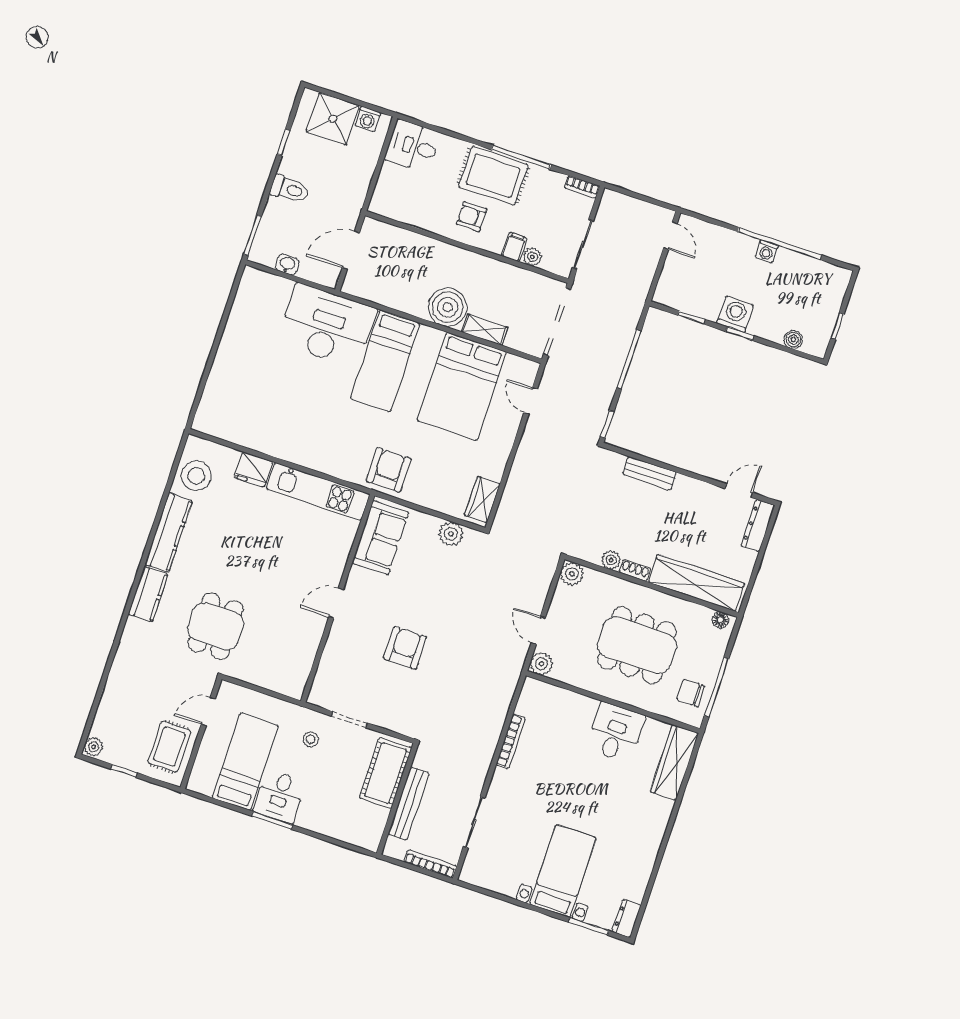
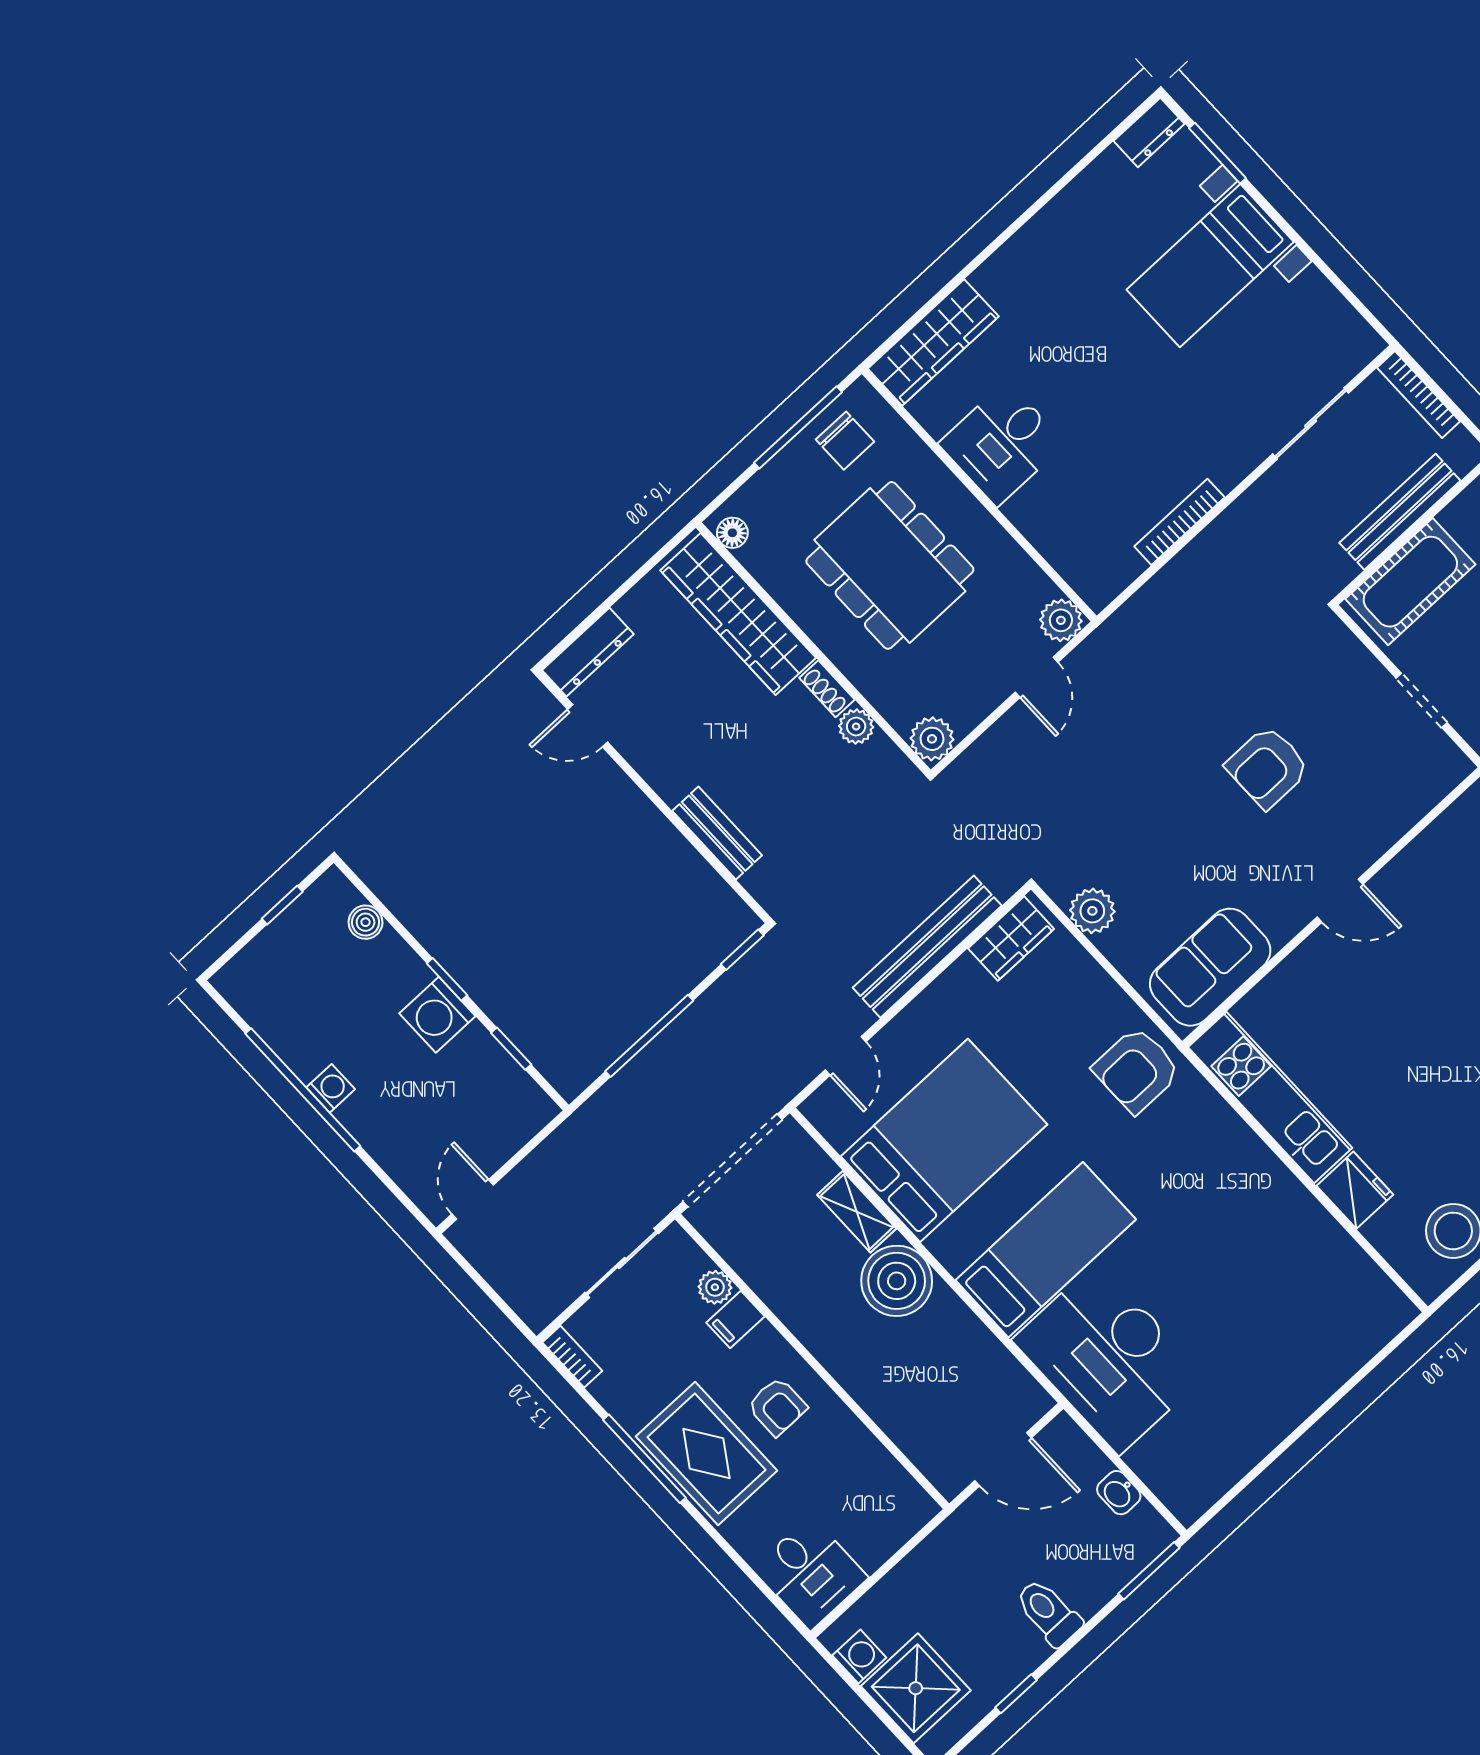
bench: (520, 474) -> (927, 947), added

